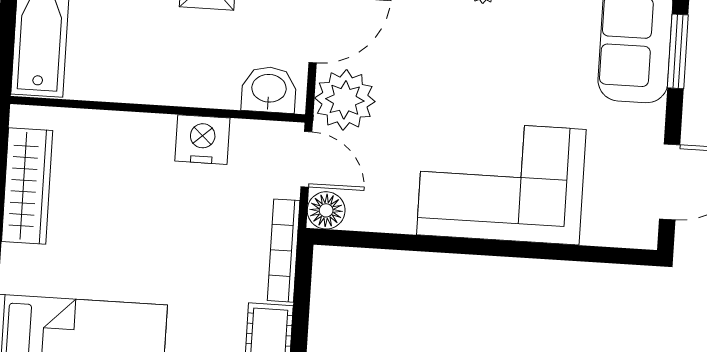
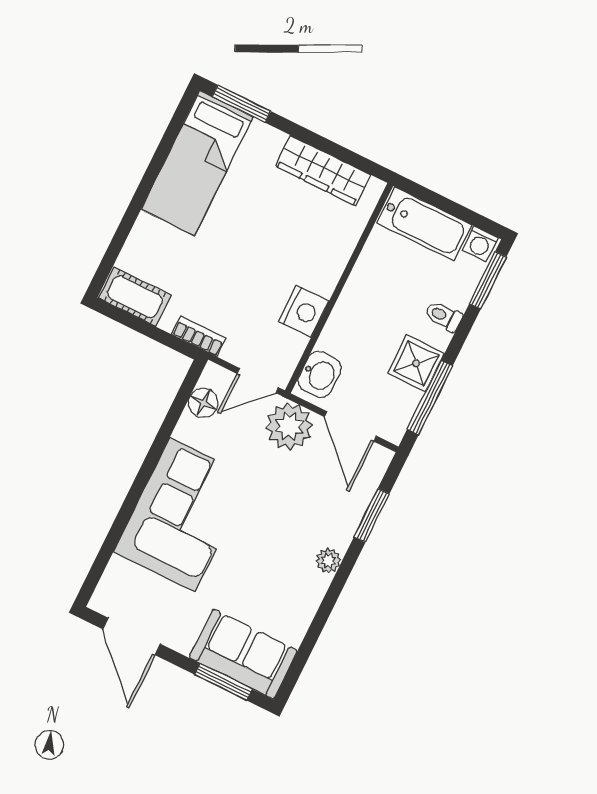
floor lamp: (326, 210) -> (203, 403), moved
bookcase: (284, 251) -> (199, 336), width x0.64

